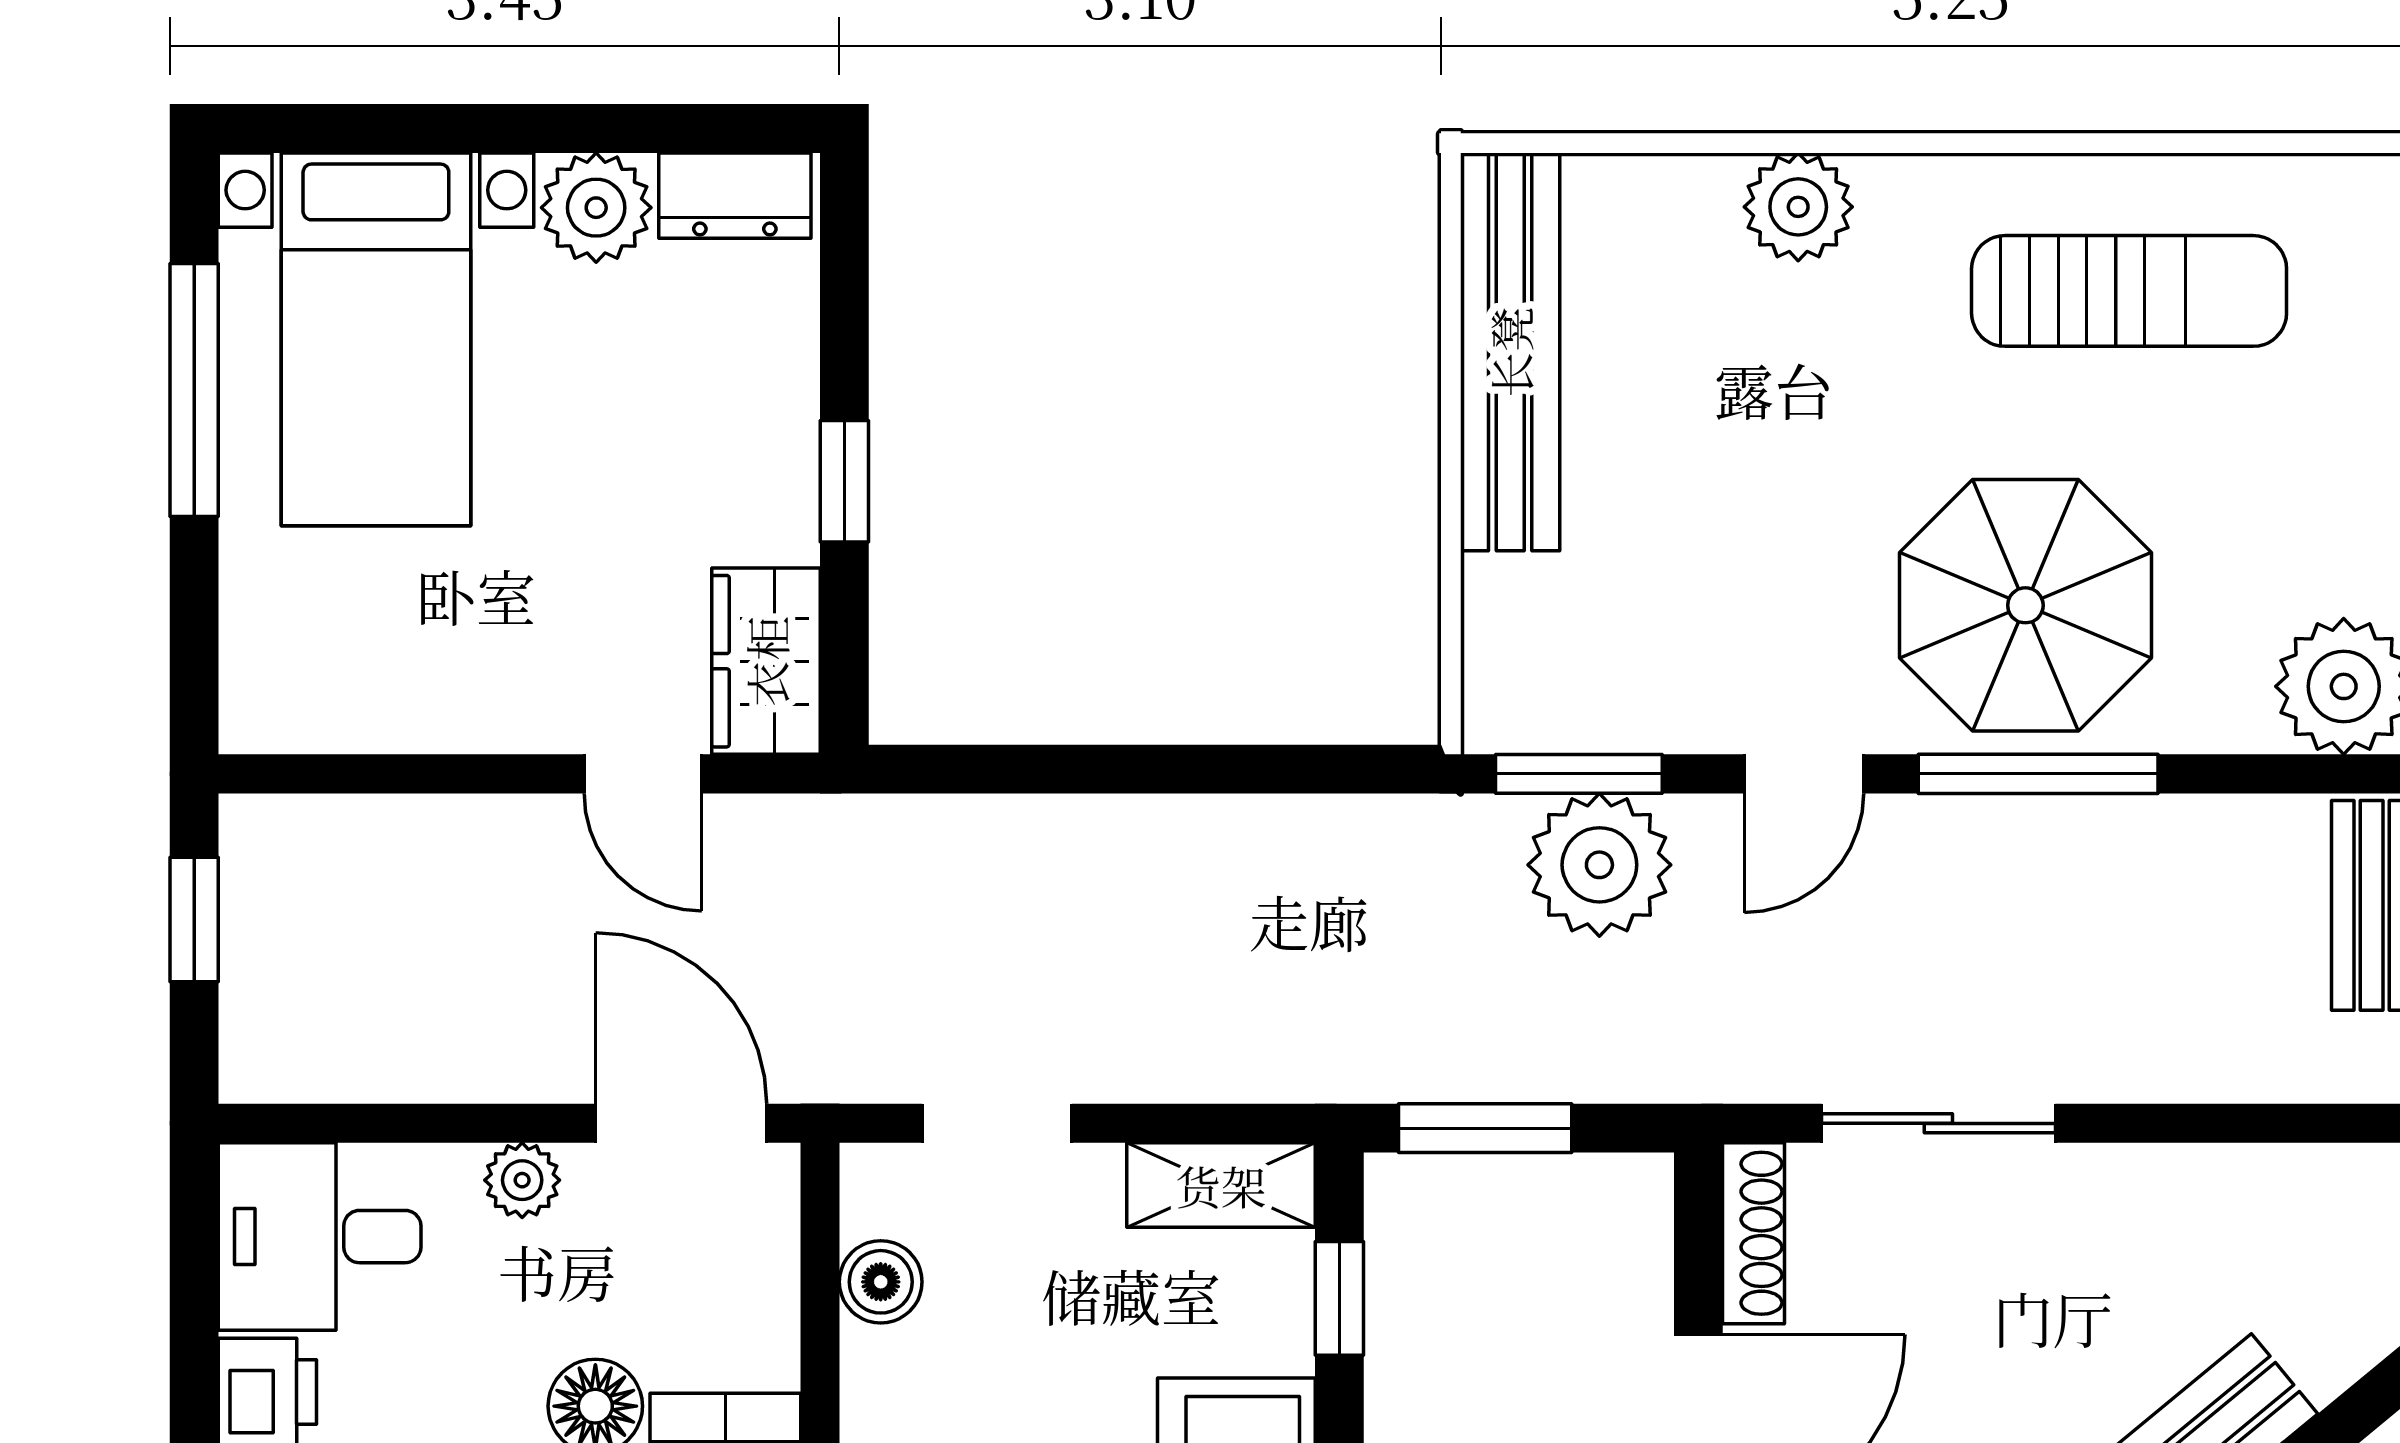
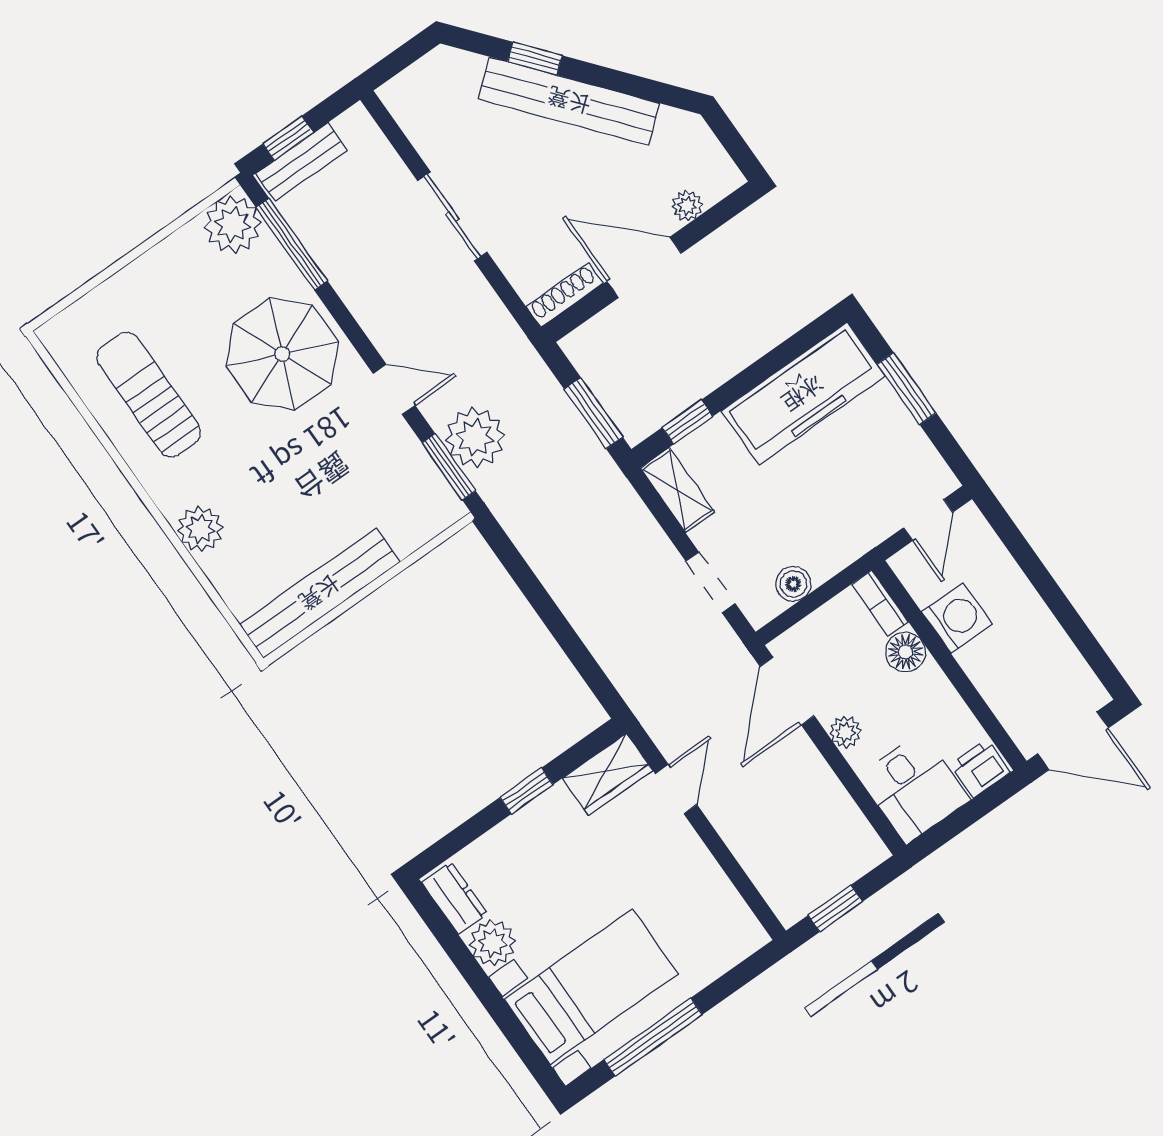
window: (2038, 774) -> (292, 244), moved
sliding door: (1938, 1123) -> (452, 217), moved

